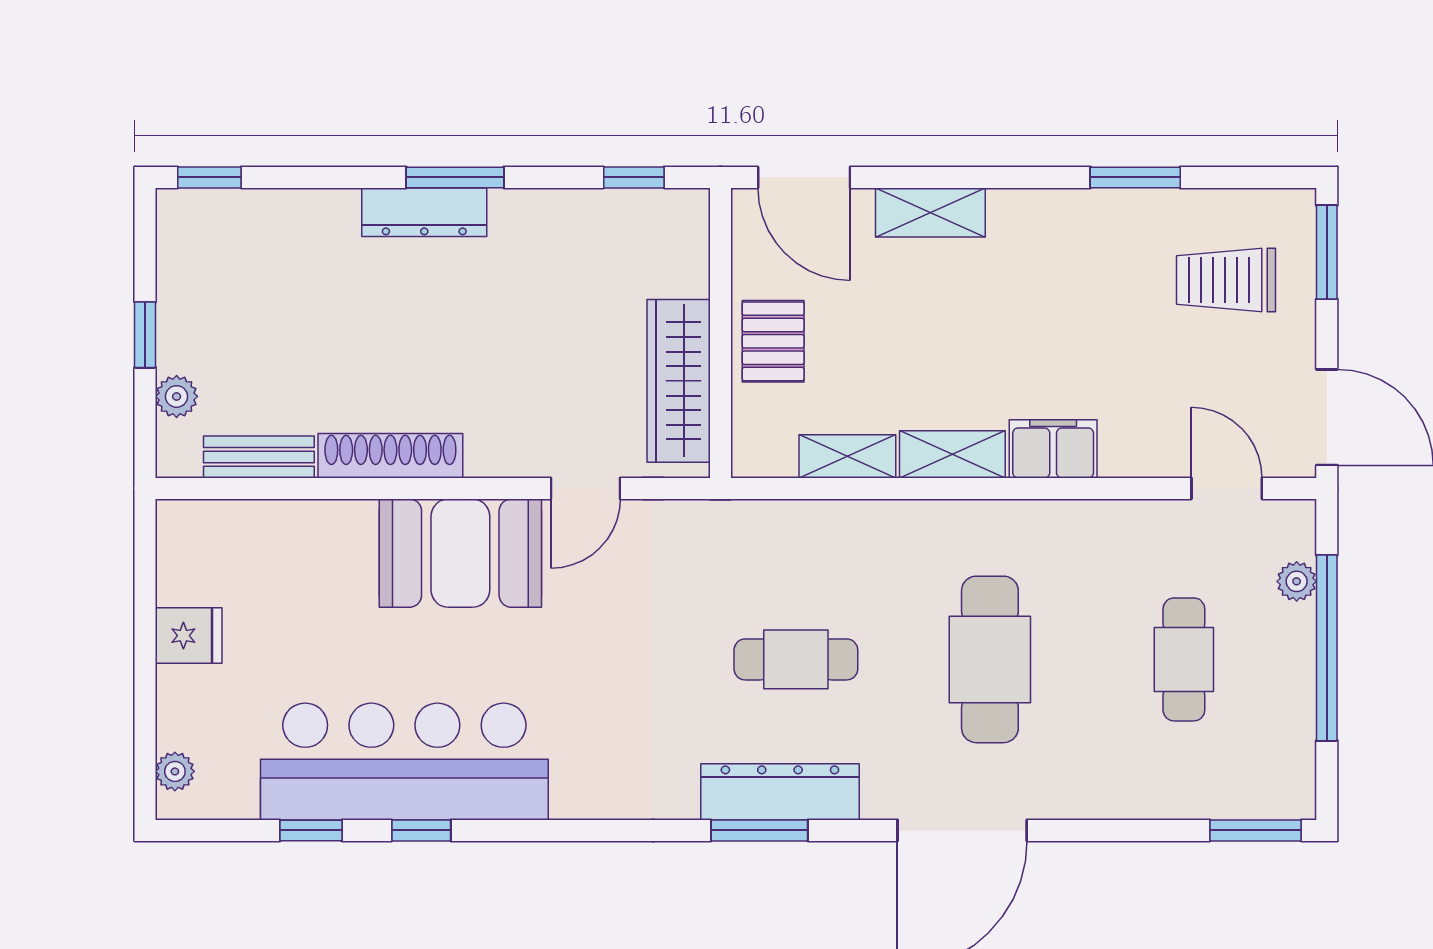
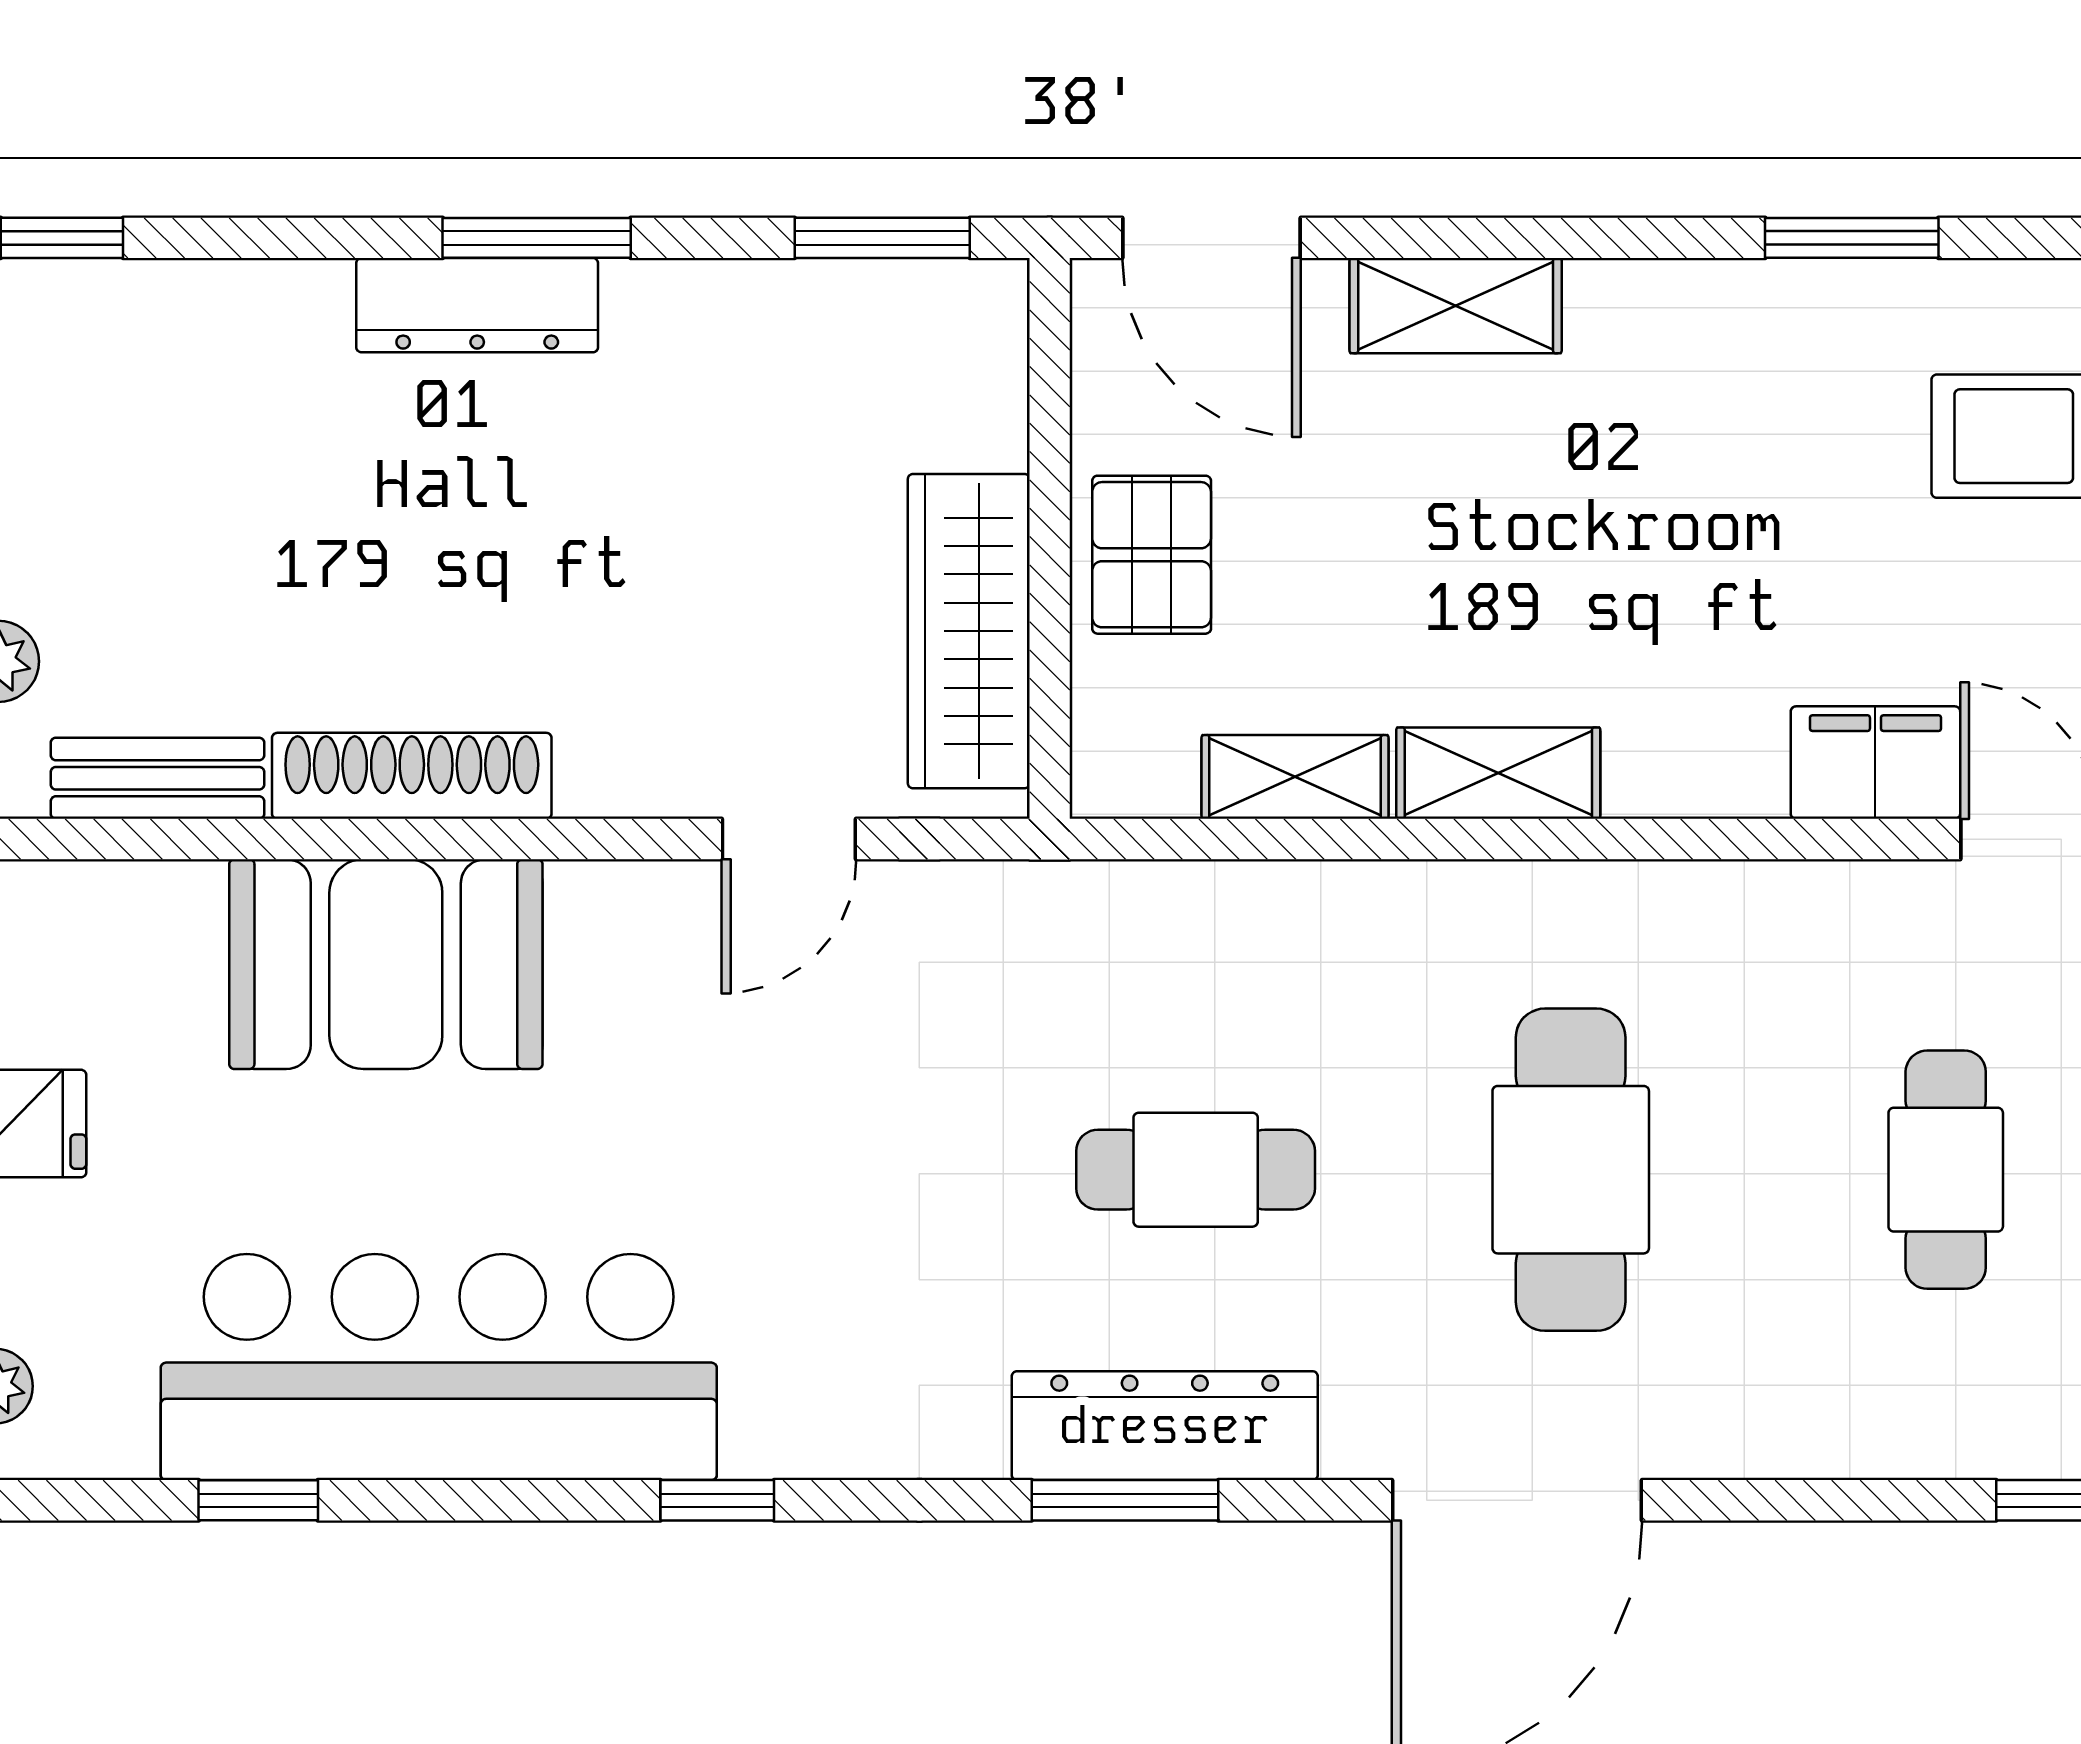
window: (634, 177) -> (882, 238), width x1.50
filing cabinet: (1053, 449) -> (1875, 763), moved
booth: (460, 553) -> (386, 964), moved
window: (421, 830) -> (717, 1500), moved

